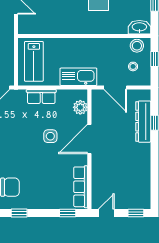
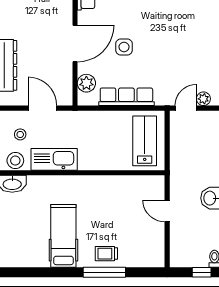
kitchen sink: (78, 77) -> (54, 159), moved, turned 180
row of seats: (41, 97) -> (126, 97), width x1.48

